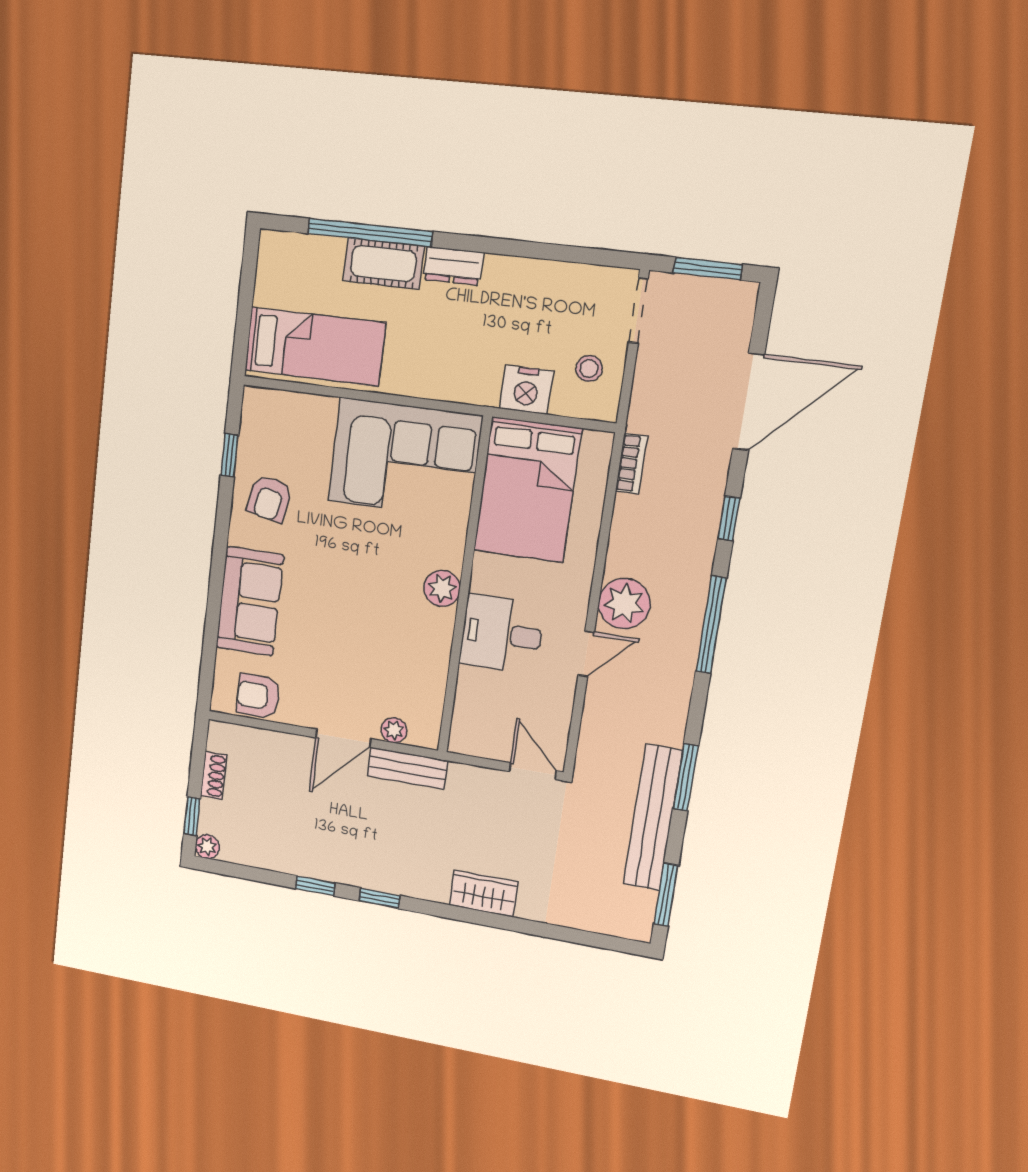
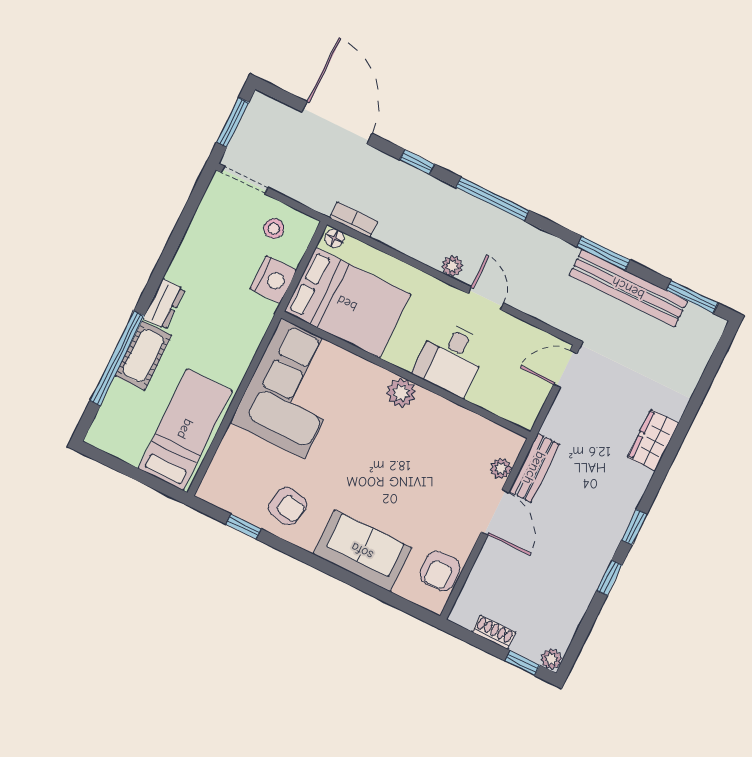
floor lamp: (601, 448) -> (334, 238), added
plant: (624, 604) -> (452, 266), width x0.53, depth x0.53

